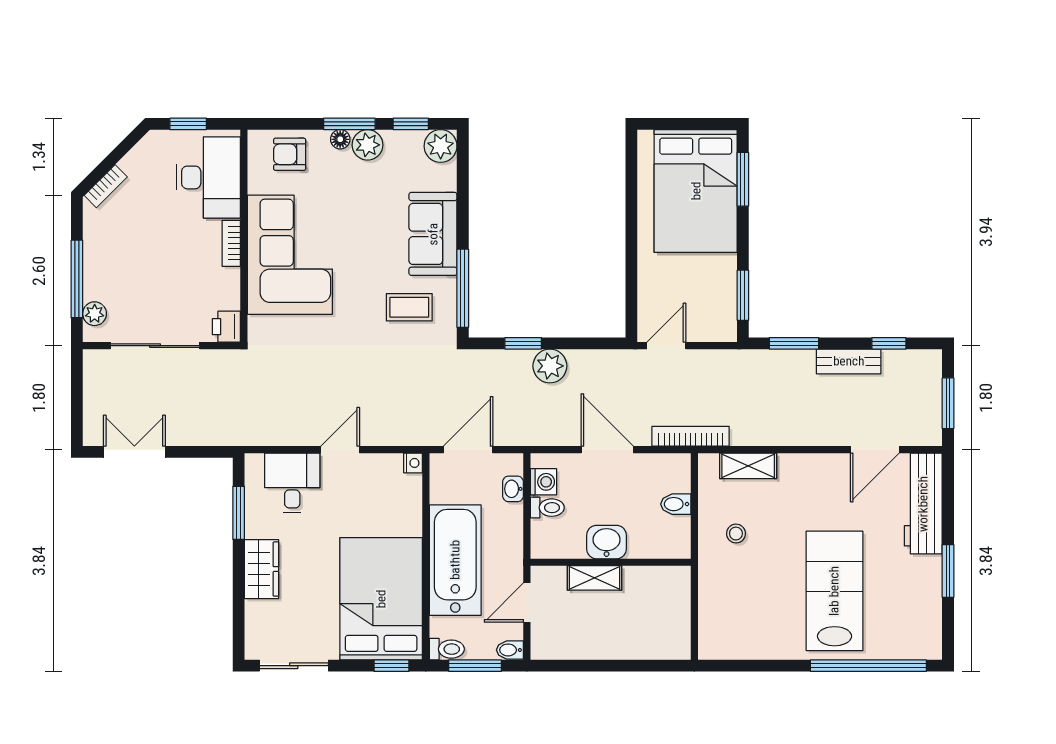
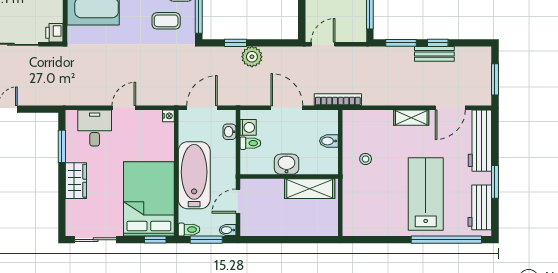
window: (889, 343) -> (438, 43), moved
shelving: (748, 466) -> (411, 118), moved
shelving: (594, 578) -> (310, 189), moved, width x1.50, depth x1.33
workbench: (923, 613) -> (480, 207), added

